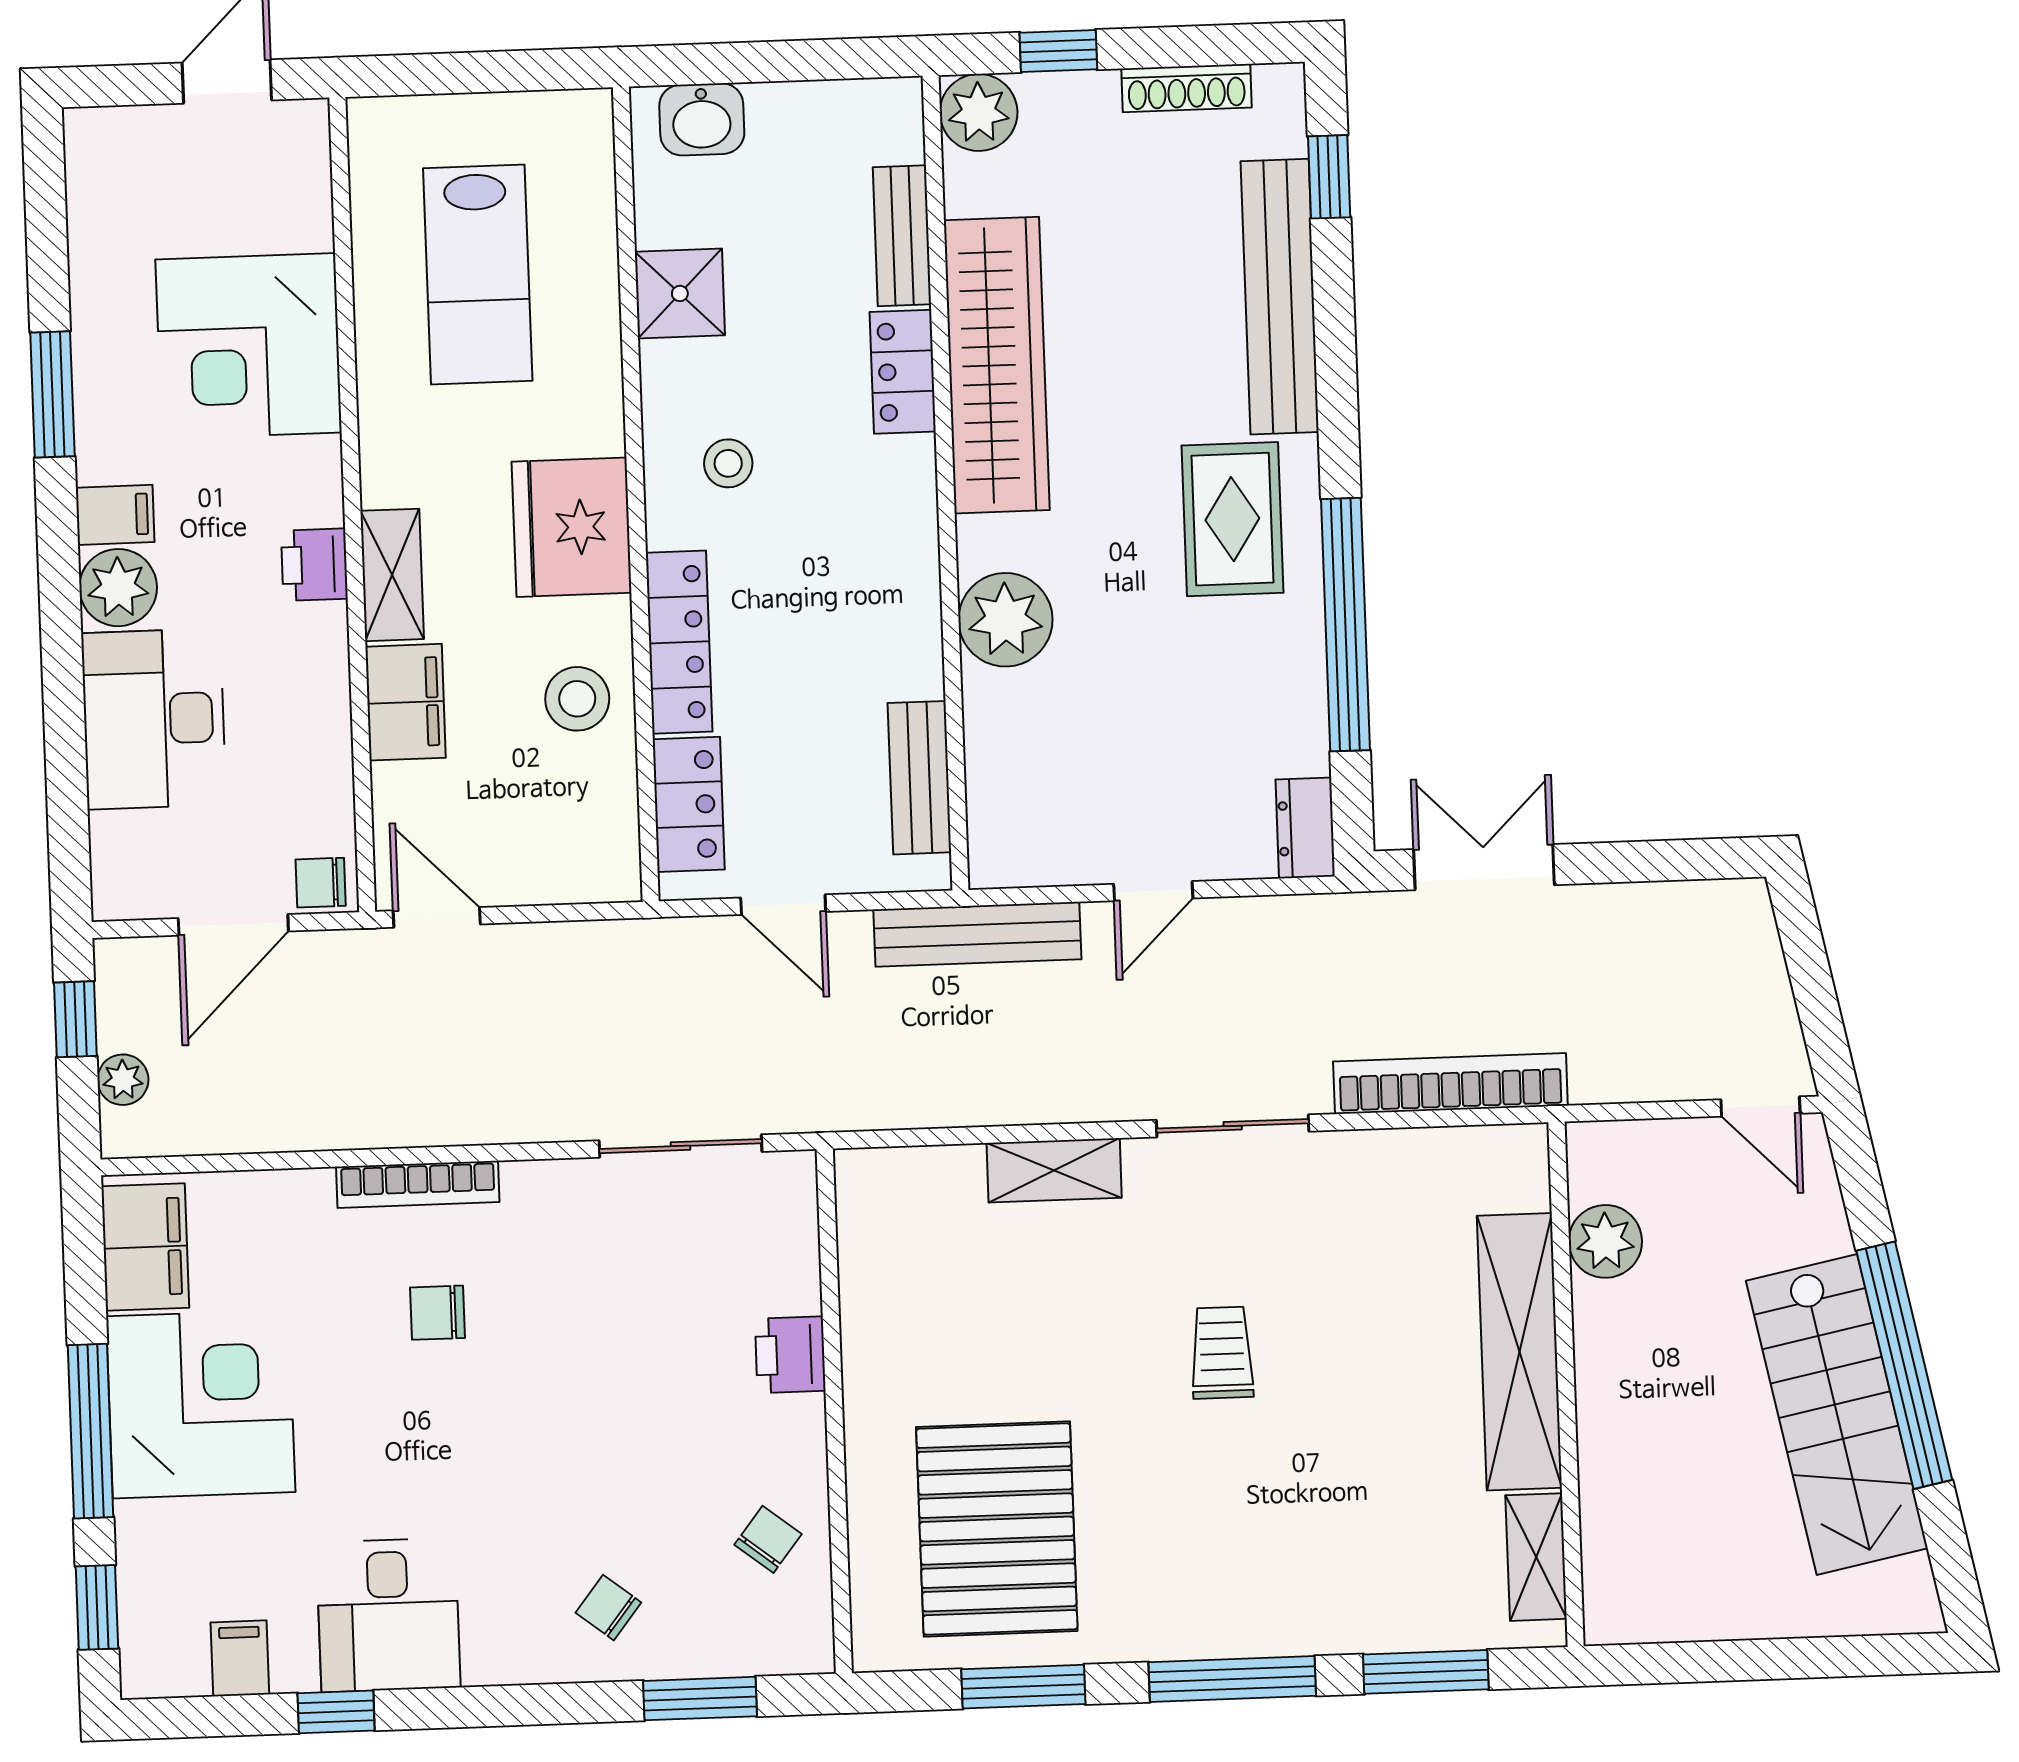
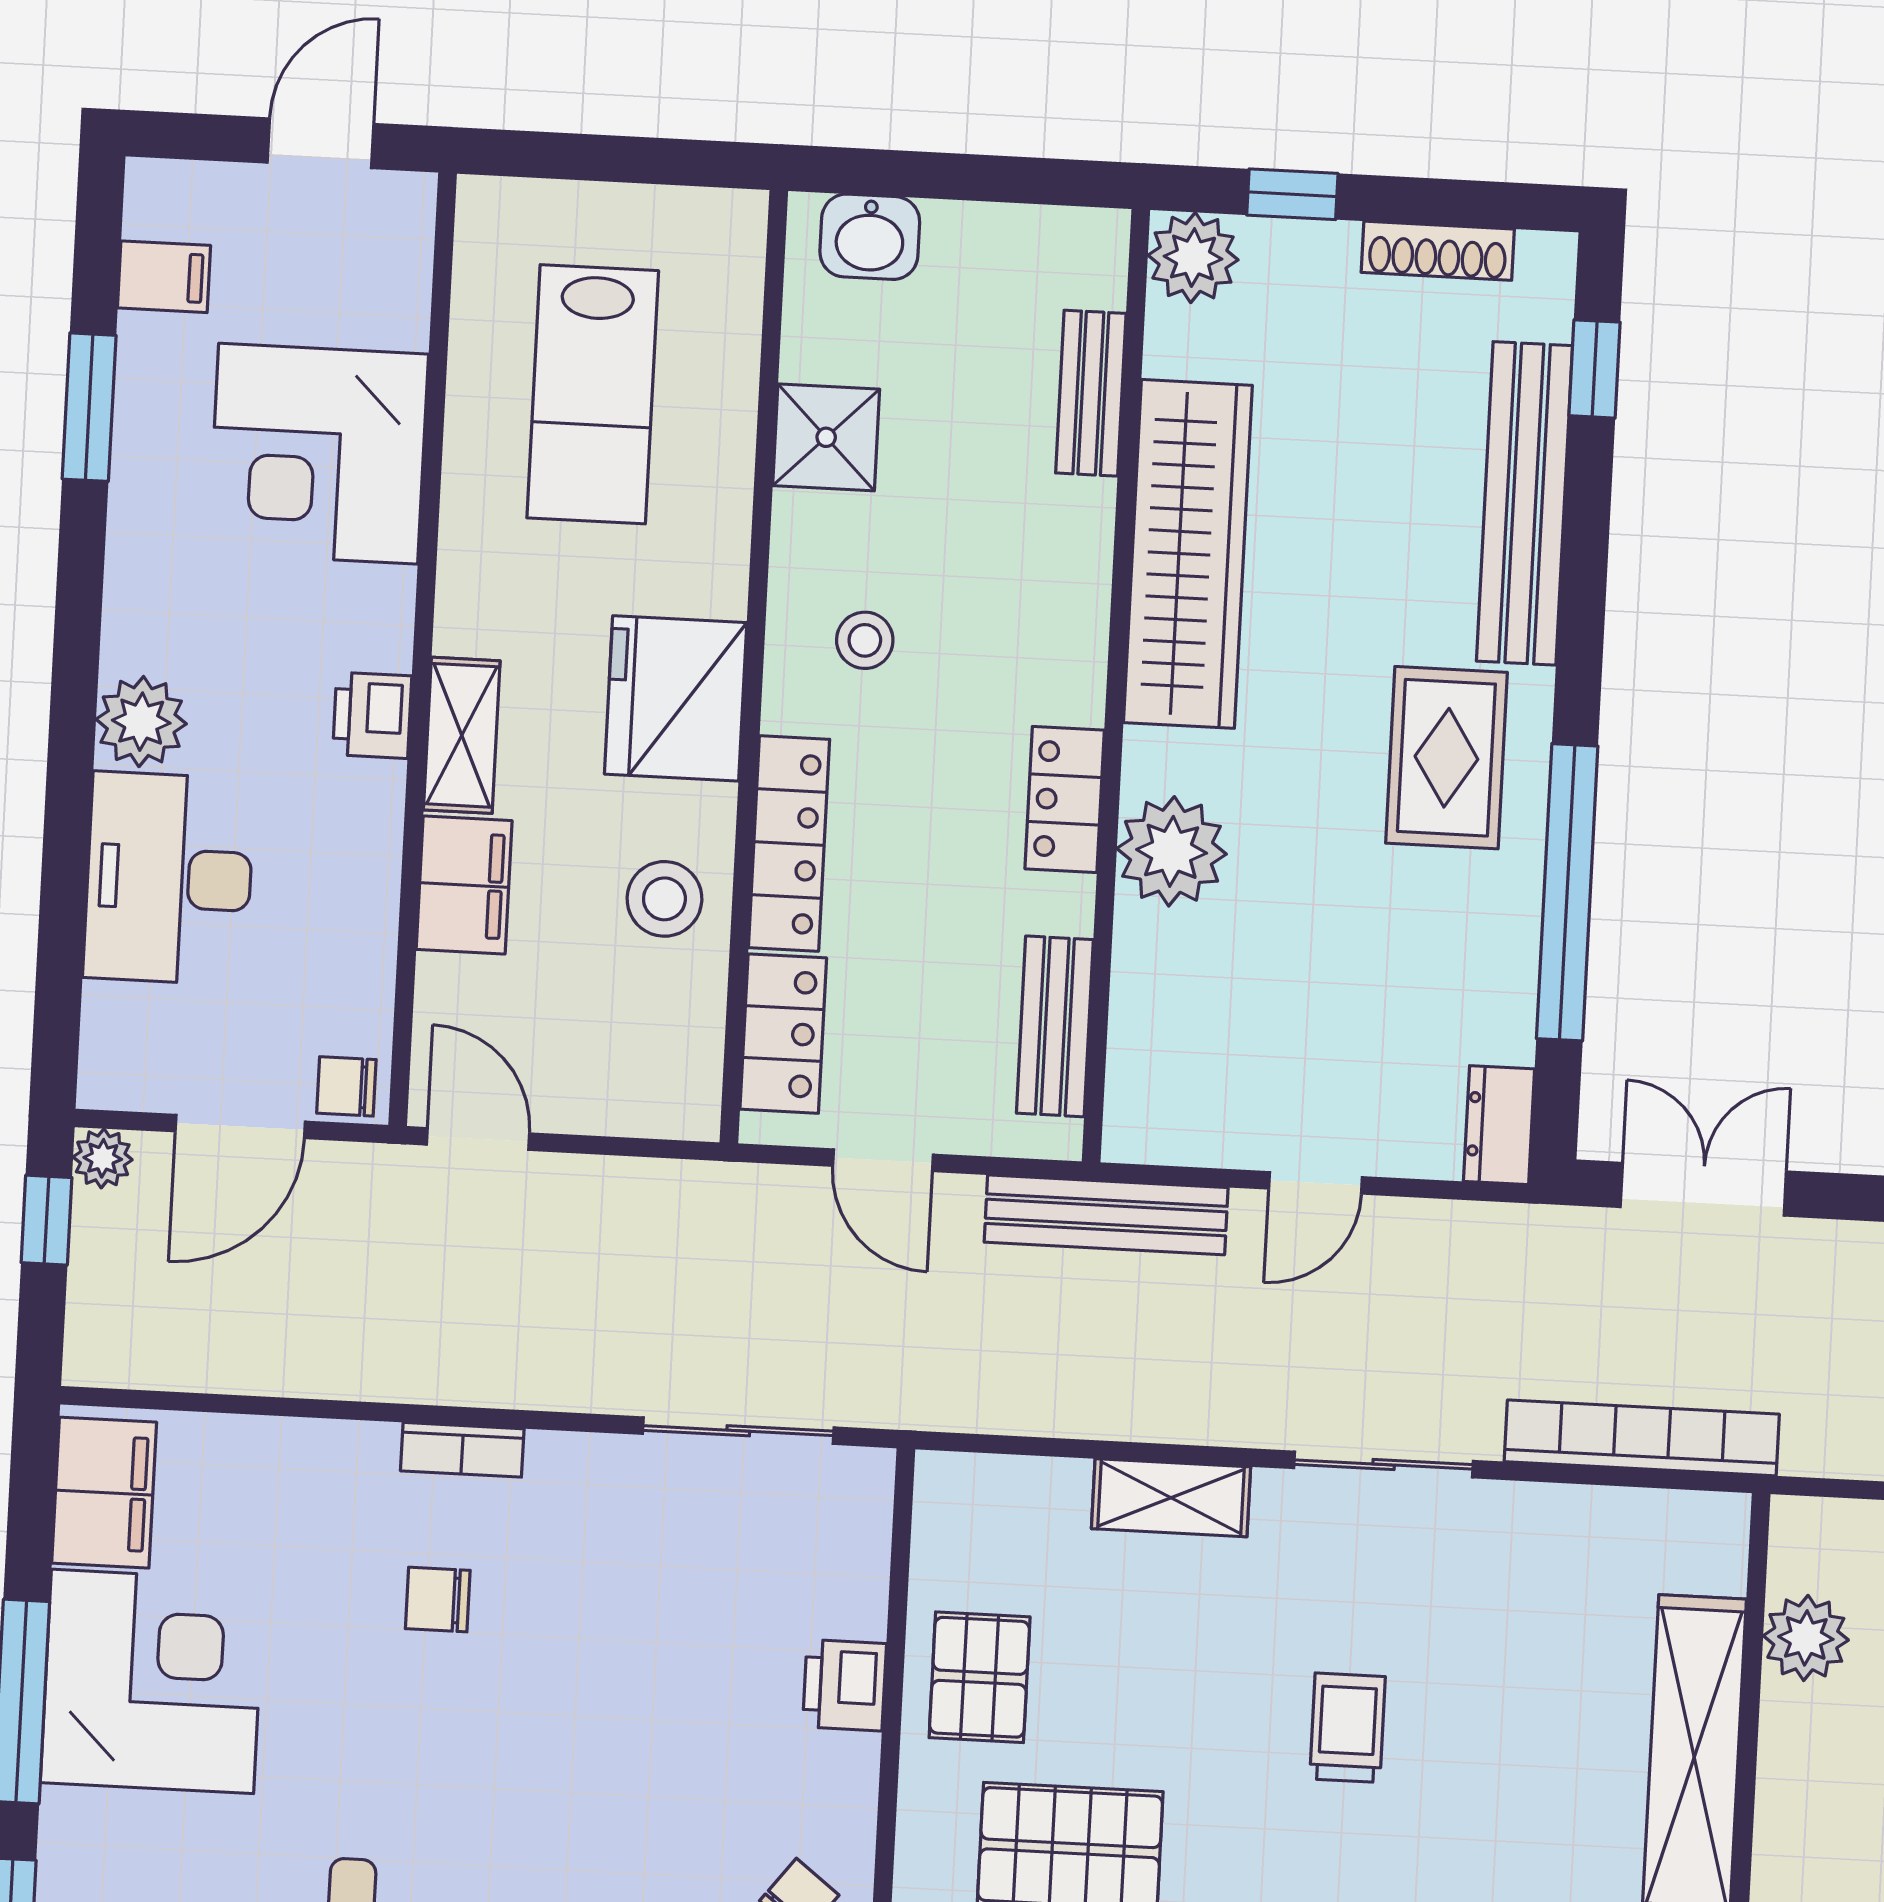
locker: (903, 372) -> (1065, 800), moved
window: (52, 394) -> (89, 407), moved
filing cabinet: (115, 515) -> (164, 277), moved
plant: (123, 1080) -> (103, 1158), moved
bookcase: (418, 1184) -> (462, 1450), width x0.64
pallet: (905, 1338) -> (980, 1677), added

